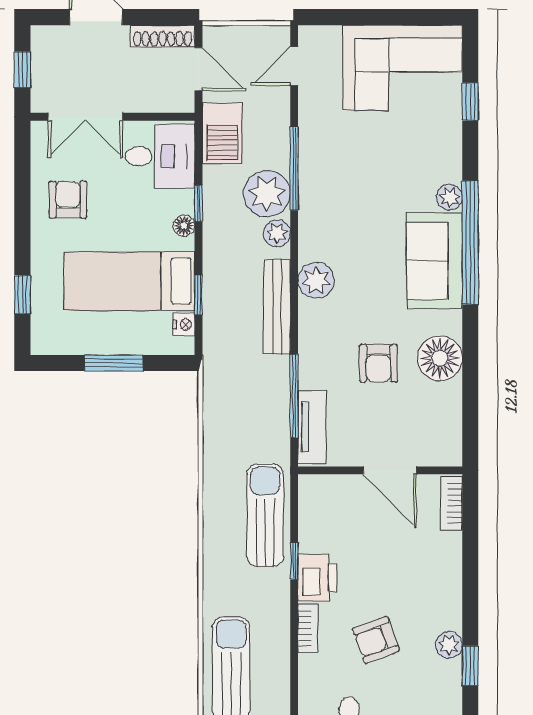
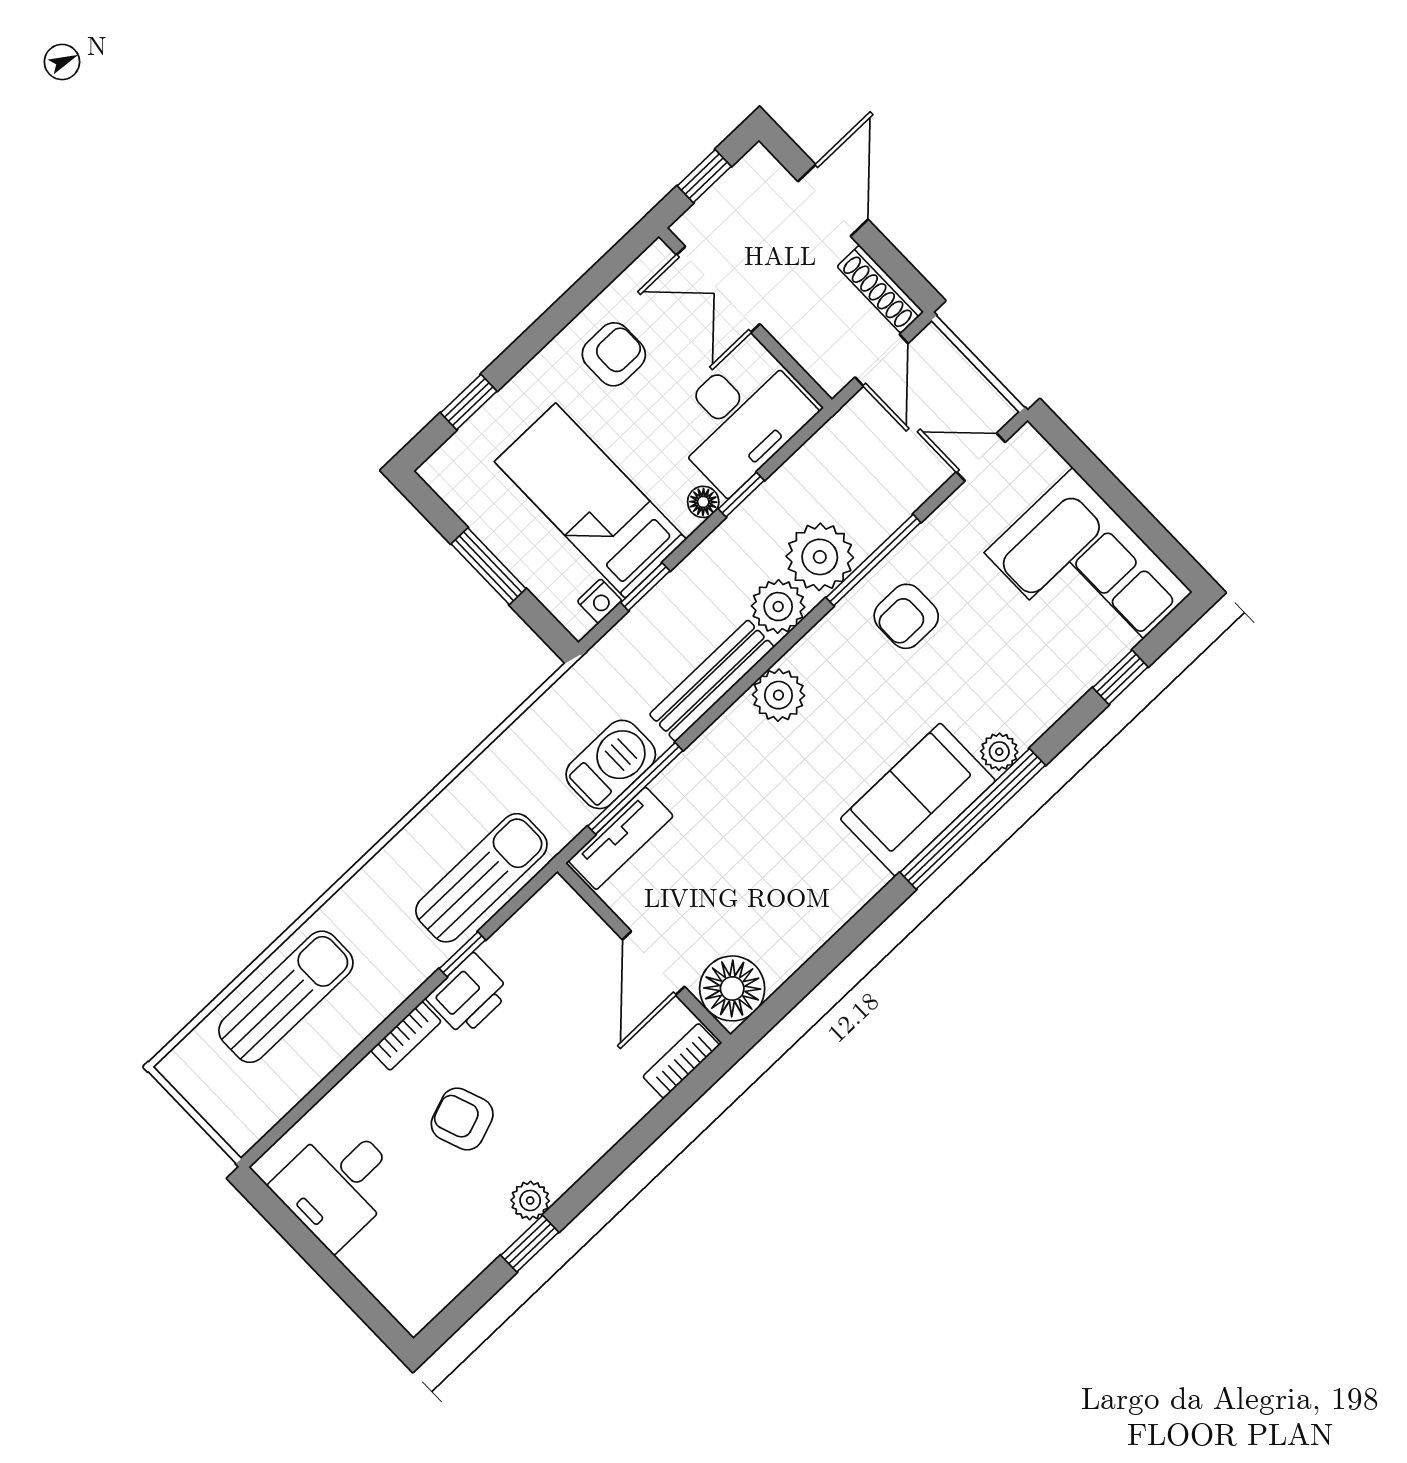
barbecue: (222, 133) -> (611, 764), moved, turned 180
desk: (160, 156) -> (739, 419), width x1.37
plant: (277, 233) -> (778, 607), width x1.38, depth x1.38
floor lamp: (440, 358) -> (732, 988), moved
armchair: (379, 363) -> (906, 616), moved

